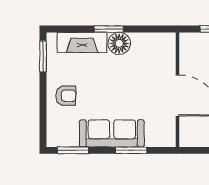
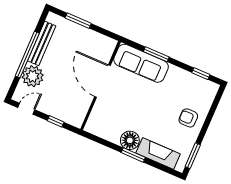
sofa: (112, 133) -> (141, 63), moved
window: (73, 150) -> (201, 74), width x0.67

